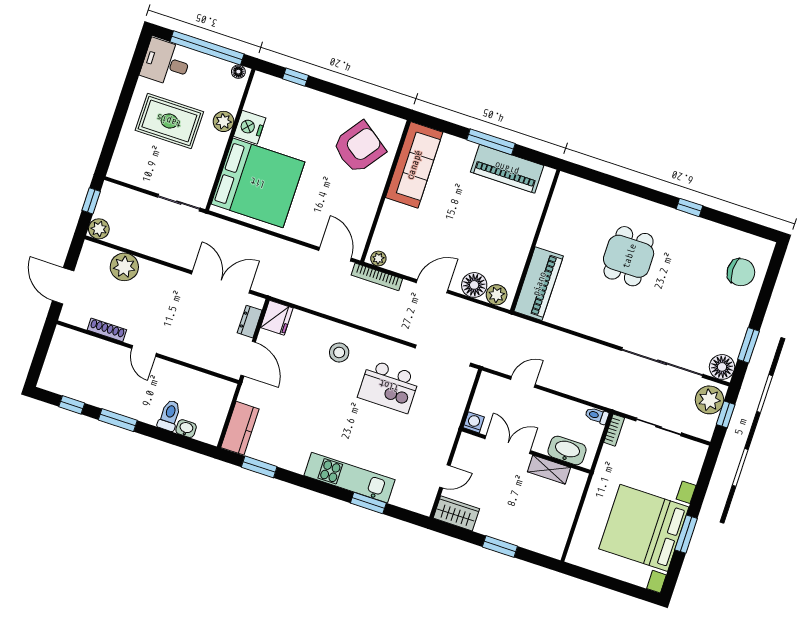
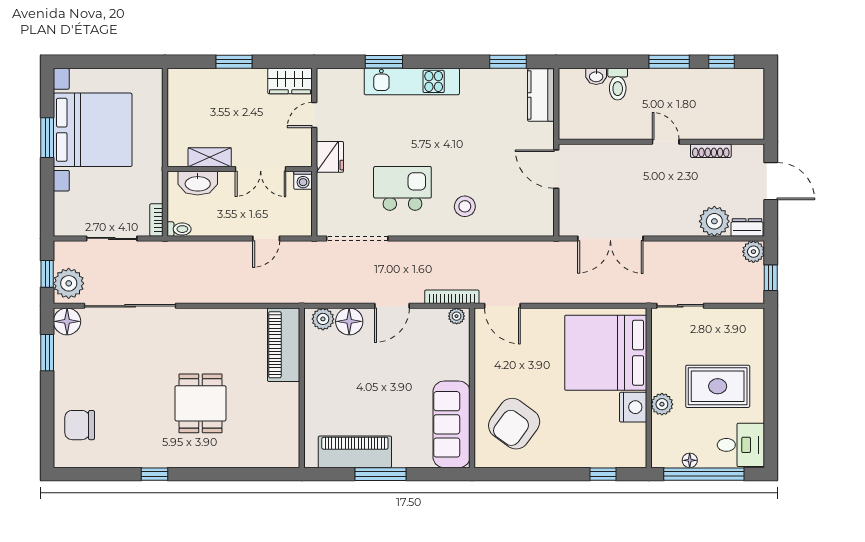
floor lamp: (238, 72) -> (690, 460), moved
fridge: (277, 318) -> (330, 157), moved, turned 180
dresser: (250, 322) -> (747, 227), moved, turned -90

